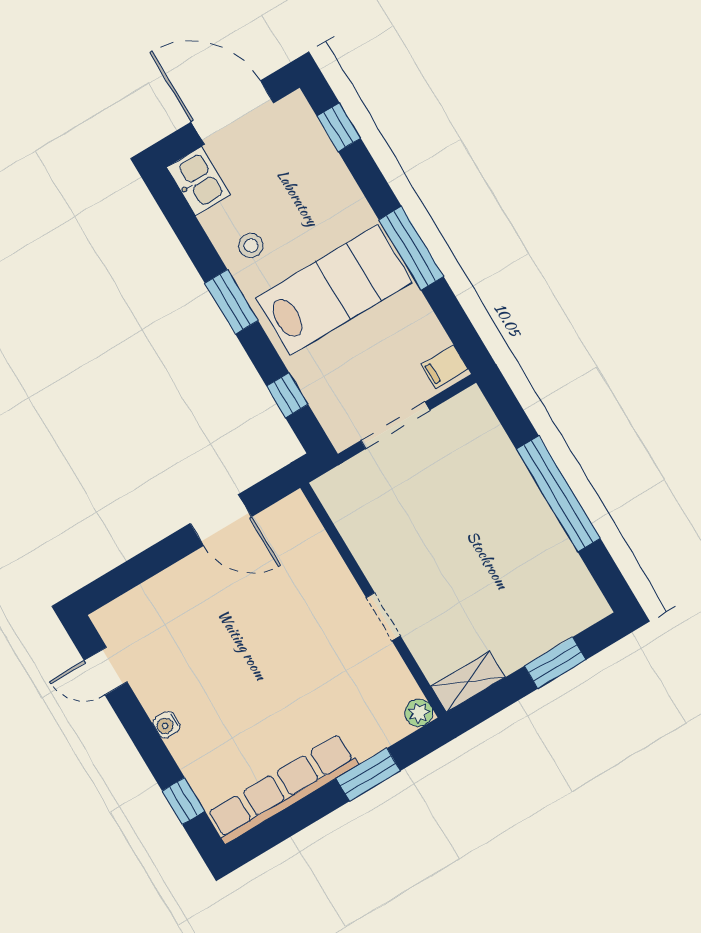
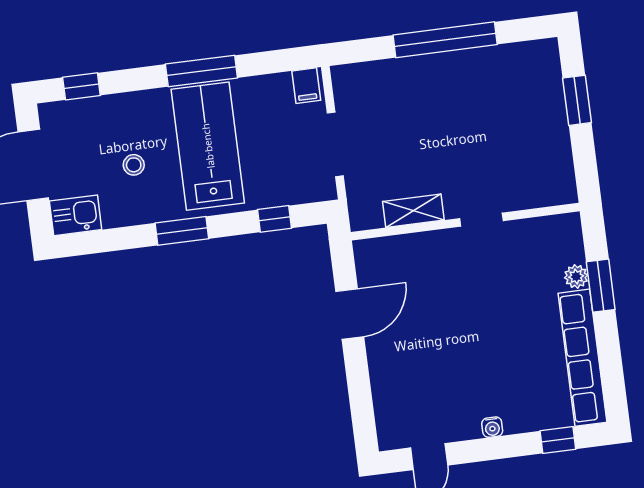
stool: (251, 246) -> (134, 165), moved
shelving: (468, 682) -> (413, 211), moved, turned 90
plant: (419, 713) -> (576, 276), moved

